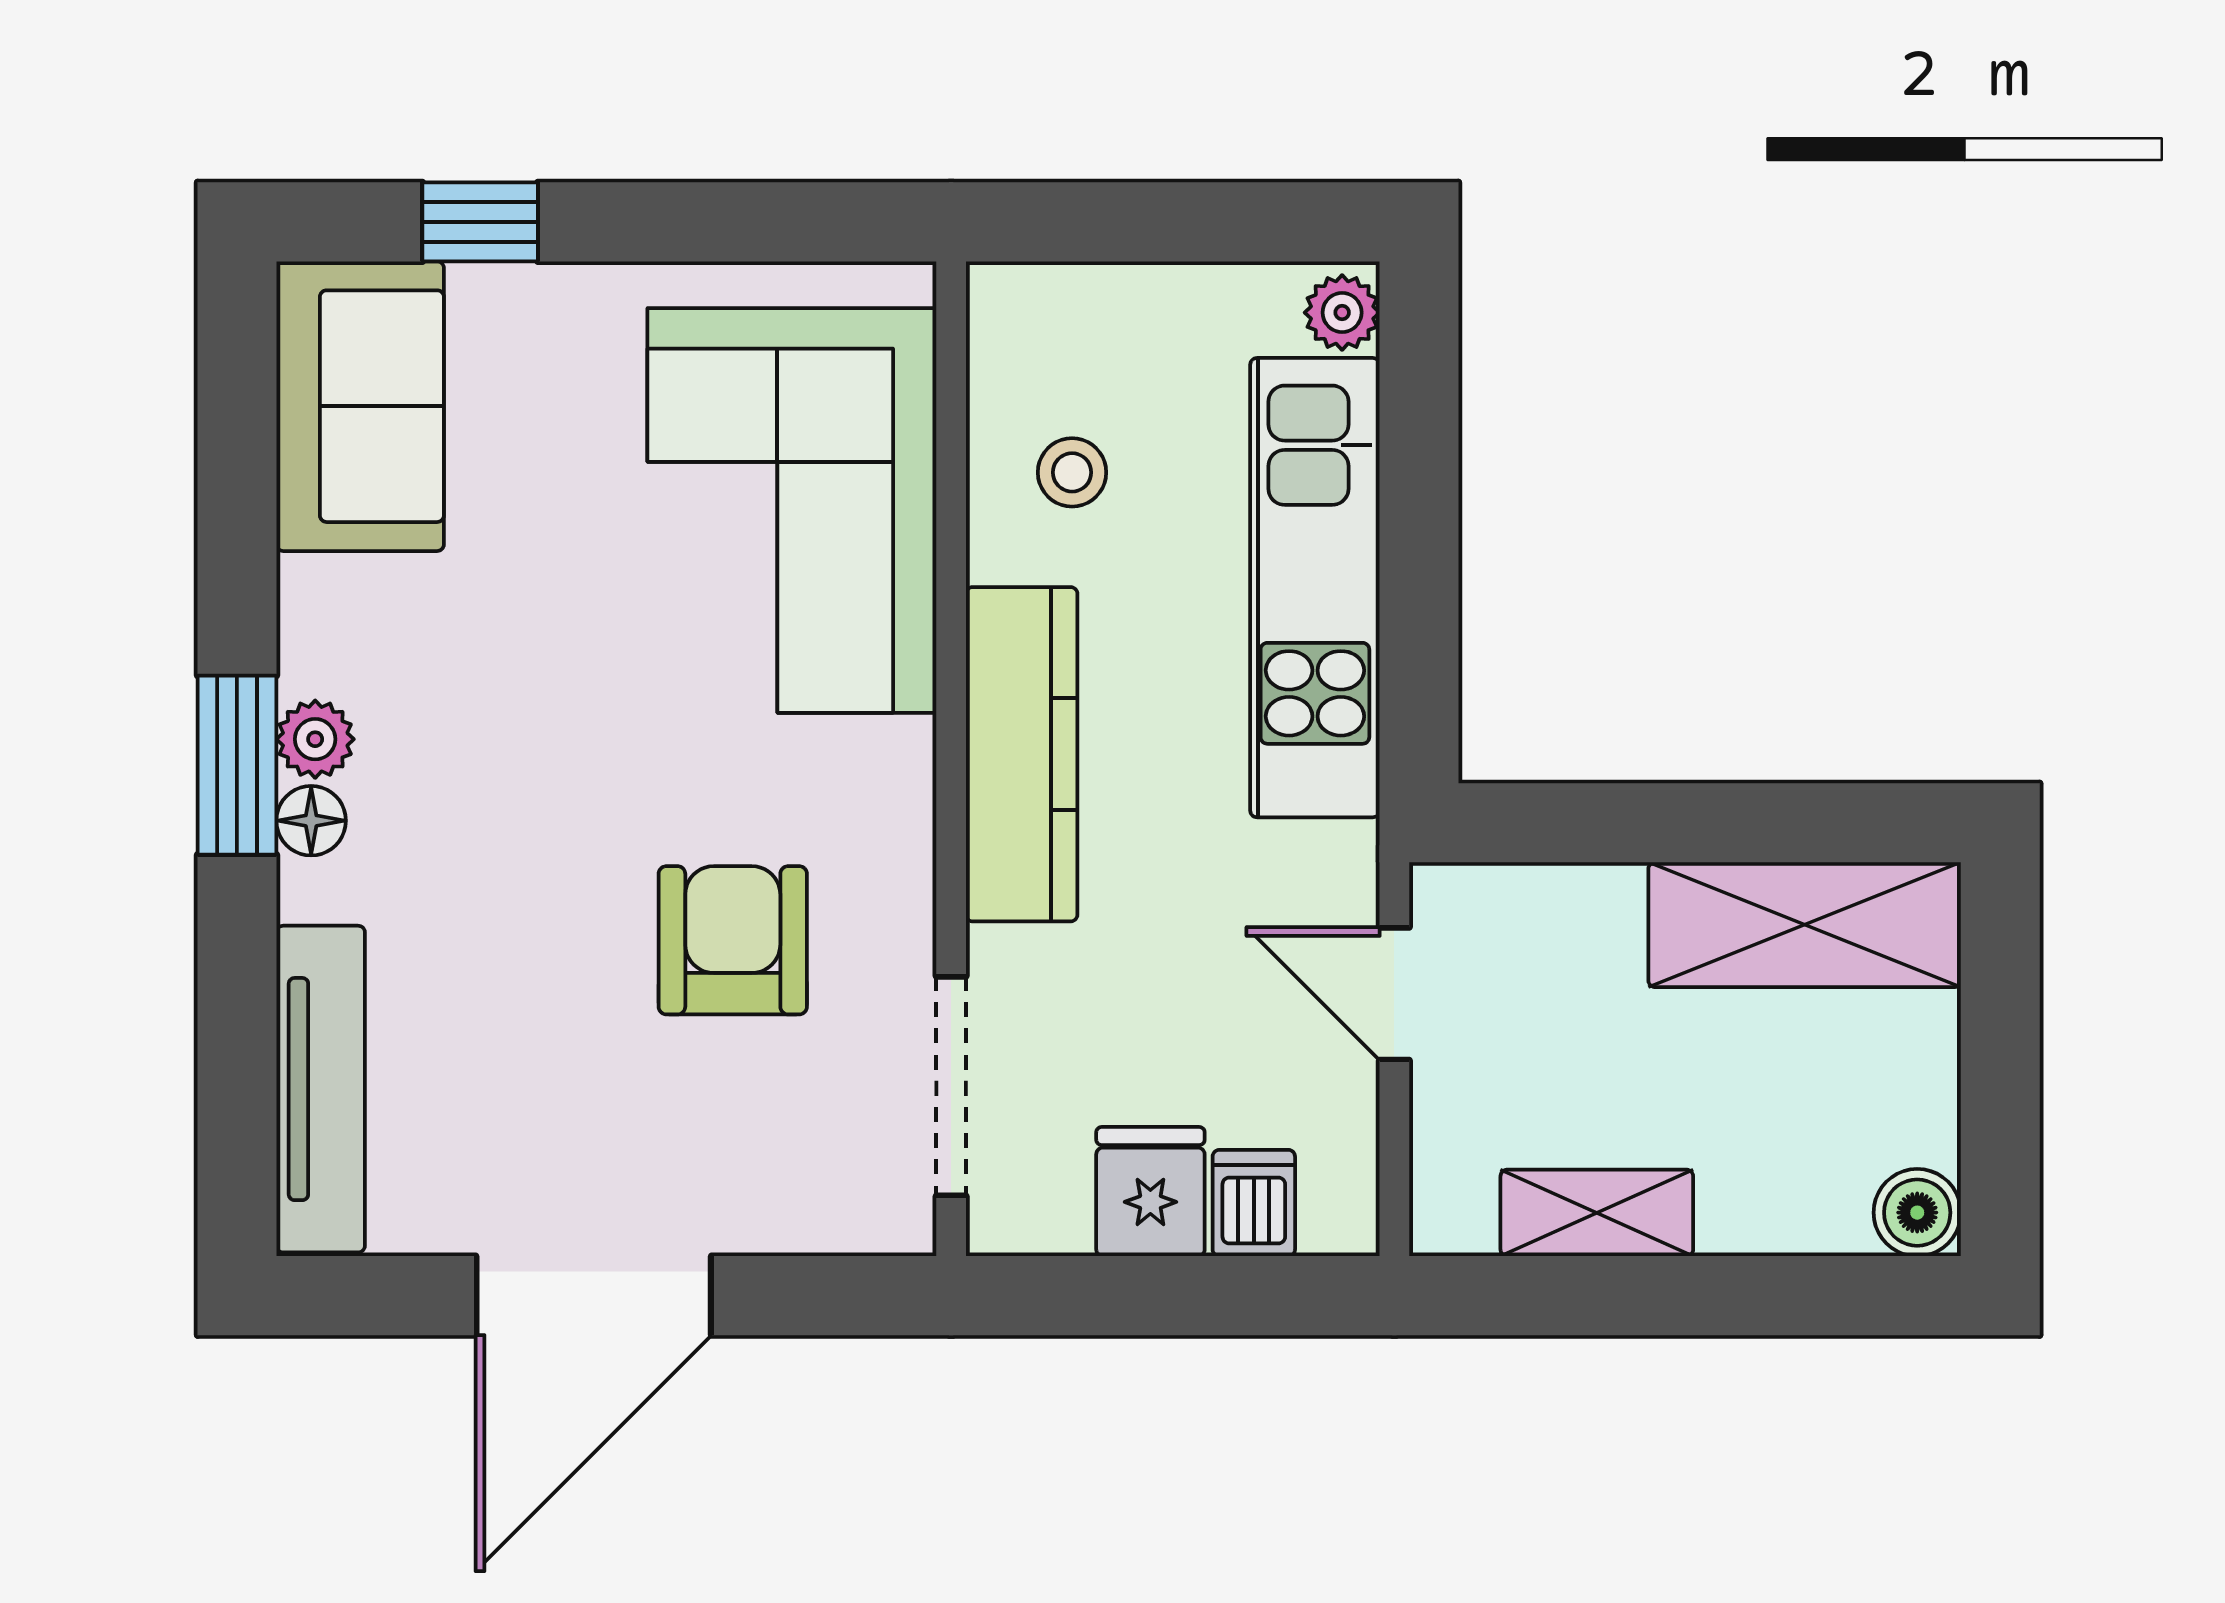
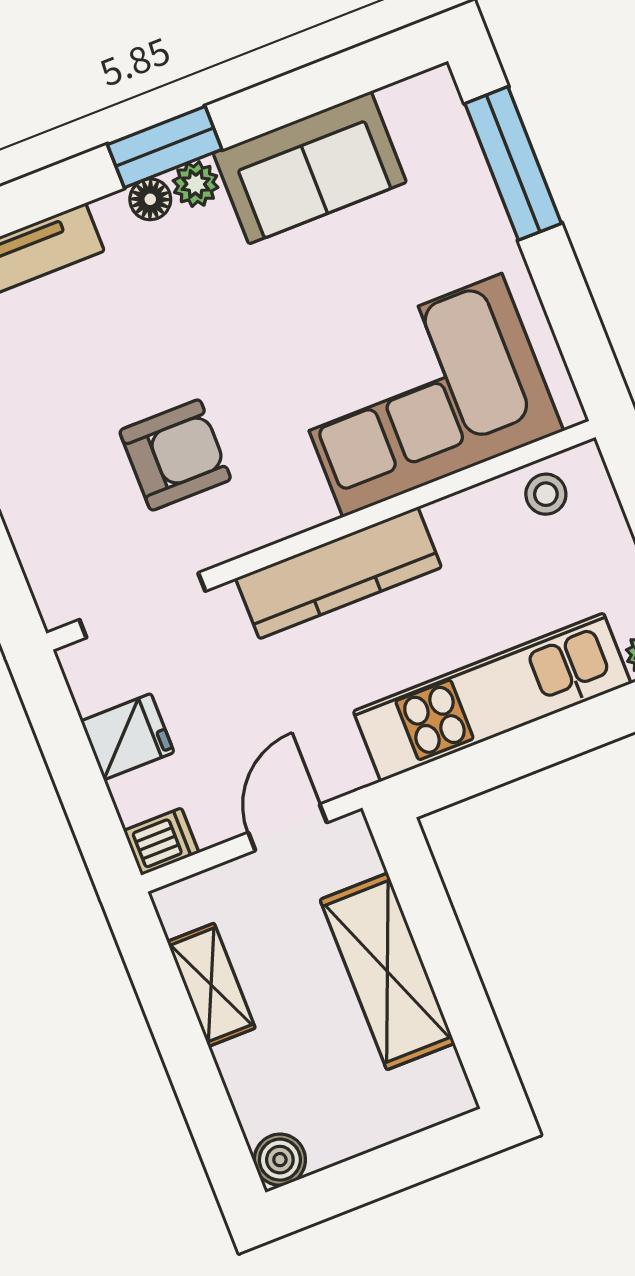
window: (480, 222) -> (513, 163), width x2.17
sofa: (360, 406) -> (310, 168), moved
stool: (1072, 472) -> (546, 494), moved
shelving: (1805, 925) -> (387, 971), moved
dishwasher: (1254, 1203) -> (161, 842), moved

